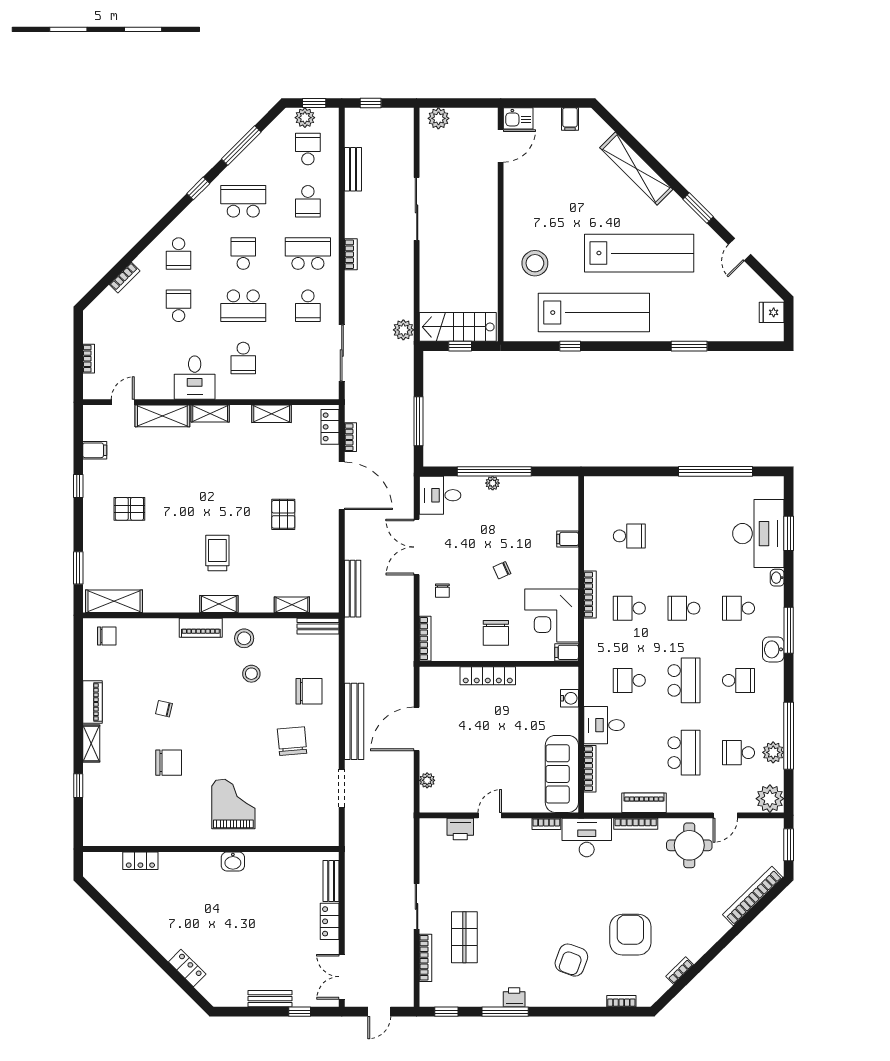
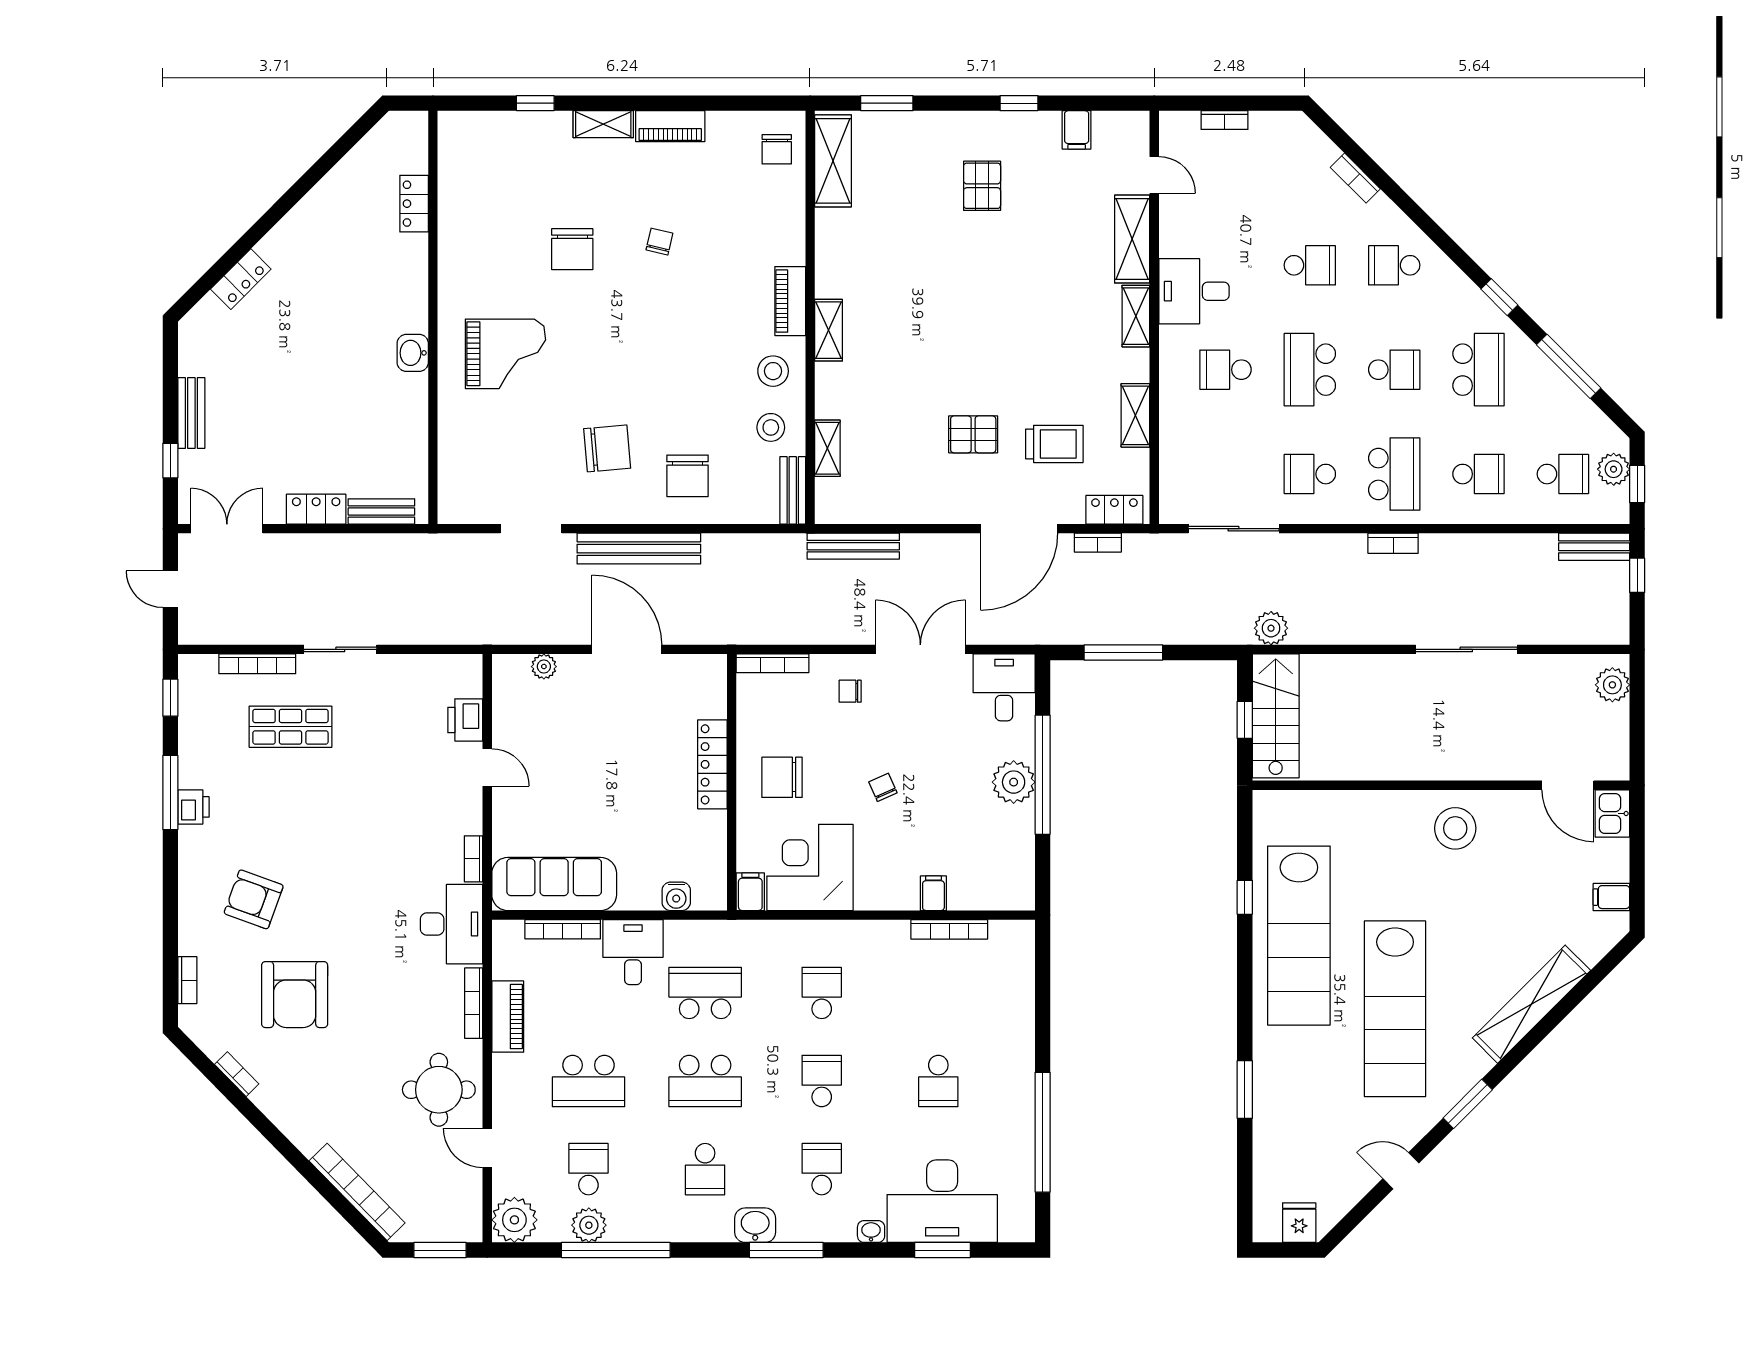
bench: (353, 169) -> (1594, 547), moved
school desk: (308, 201) -> (1479, 474), turned 180
stool: (535, 263) -> (1455, 828), moved
plant: (493, 483) -> (1014, 782), width x1.87, depth x1.87
school desk: (629, 536) -> (938, 1081), moved
trolley: (217, 553) -> (1054, 444), moved
bookcase: (590, 595) -> (949, 929), moved
stool: (251, 674) -> (771, 427), moved
school desk: (629, 680) -> (705, 993), width x1.85
armchair: (630, 935) -> (295, 995), turned 90

